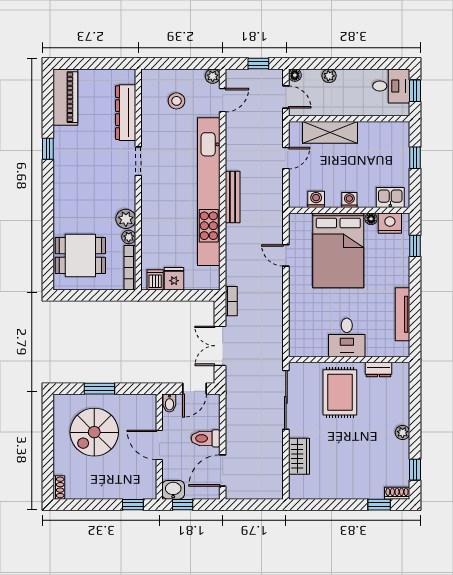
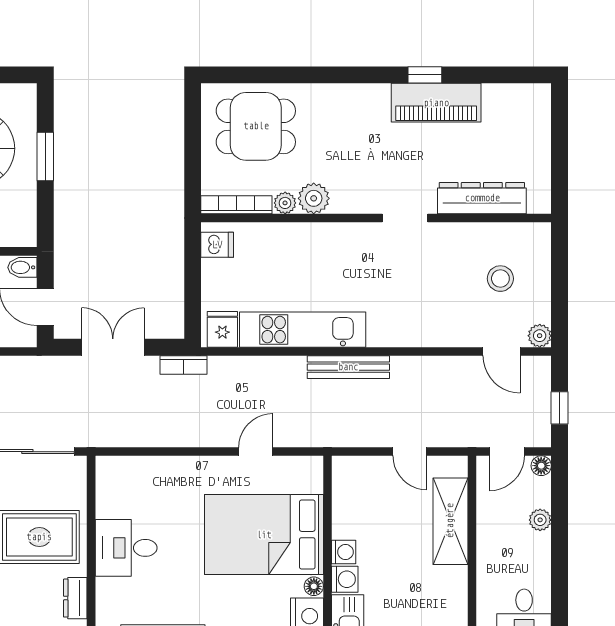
piano: (65, 97) -> (436, 103), moved
kitchen unit: (209, 192) -> (303, 330), width x0.54
washing machine: (316, 199) -> (345, 579), moved
dining table: (80, 255) -> (256, 126), turned 90
fridge: (174, 279) -> (222, 329), moved, turned -90

